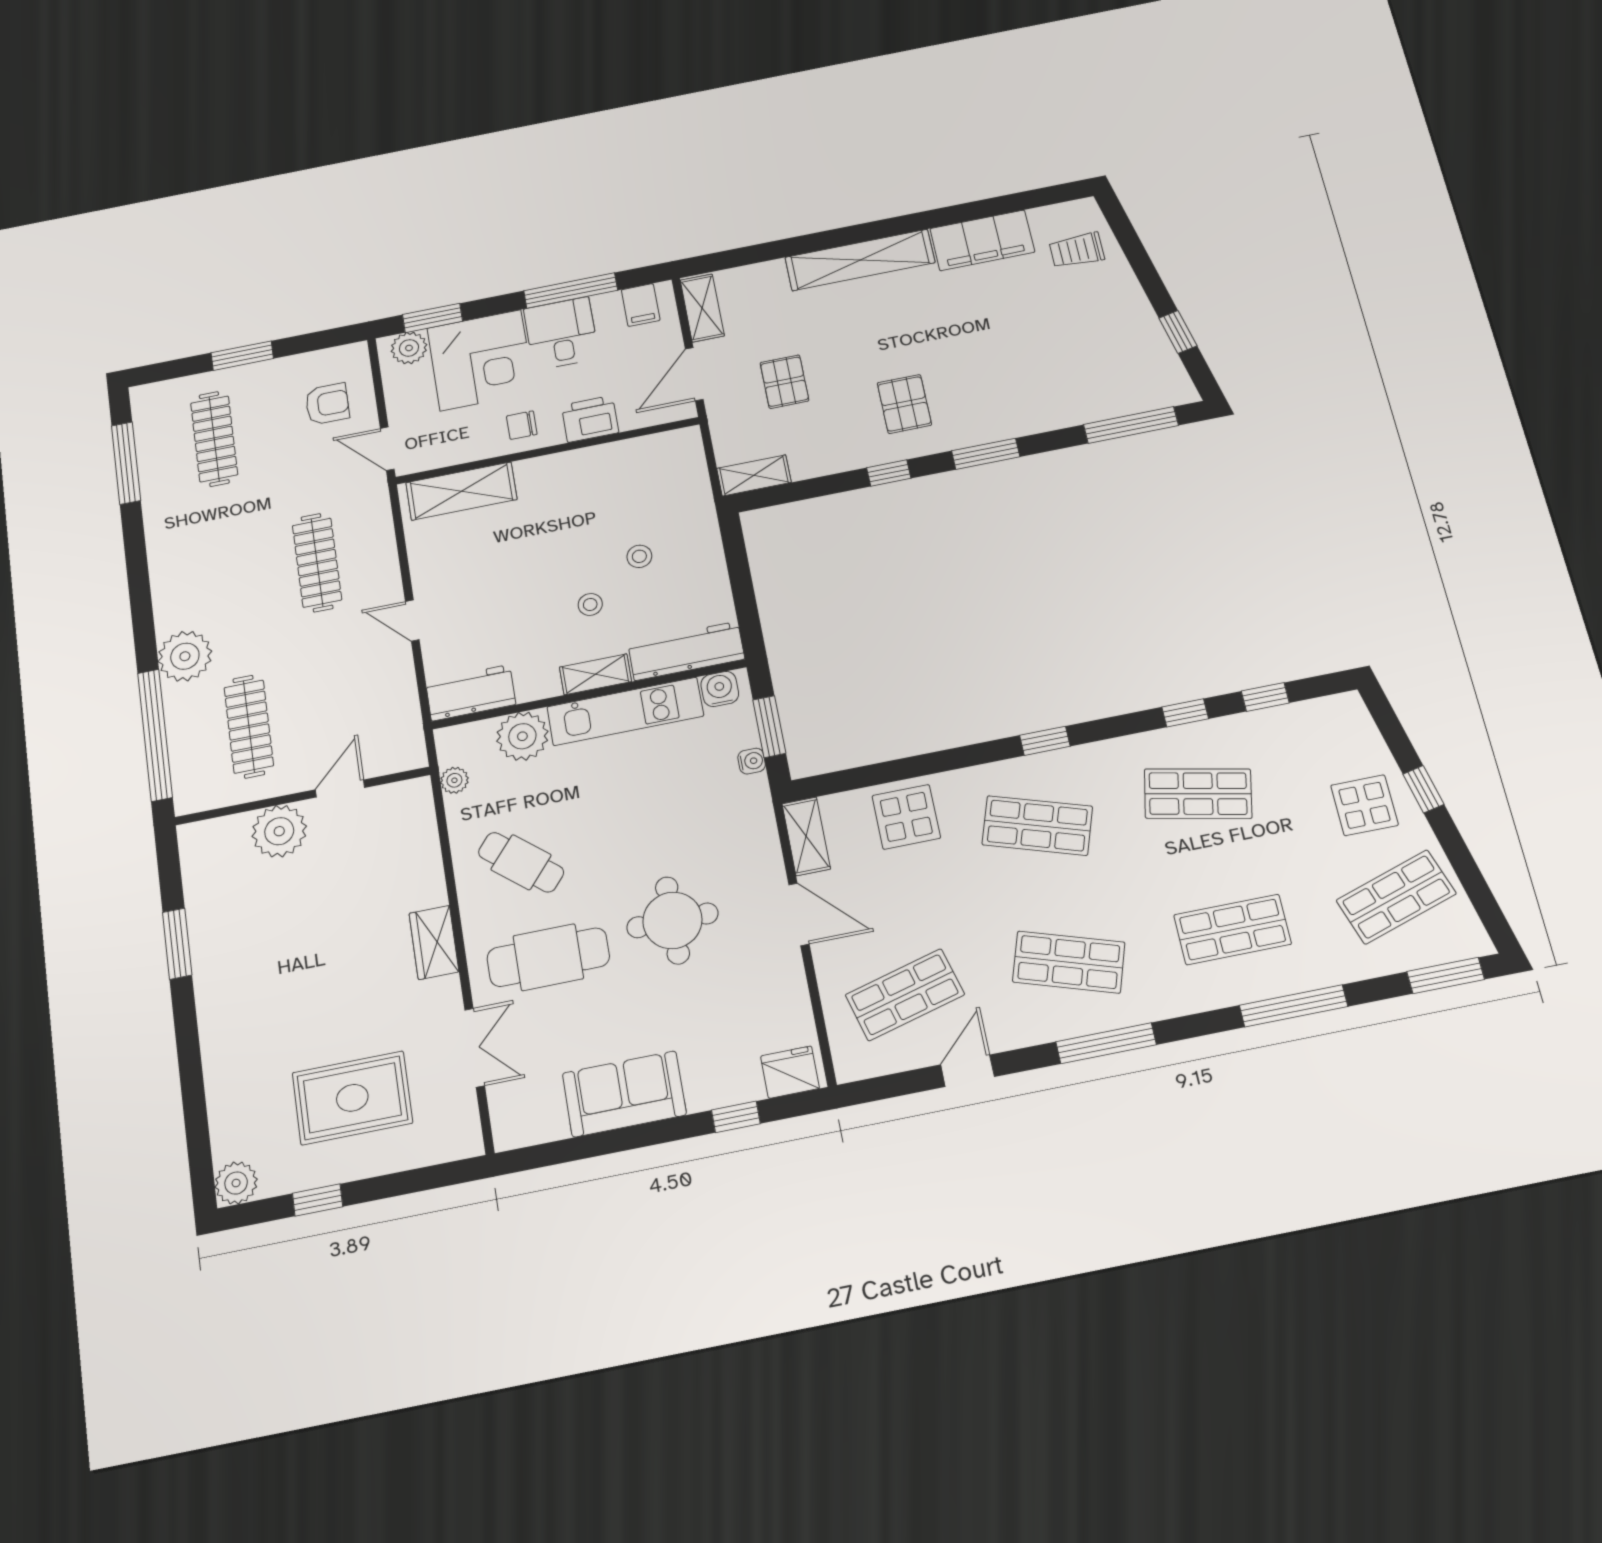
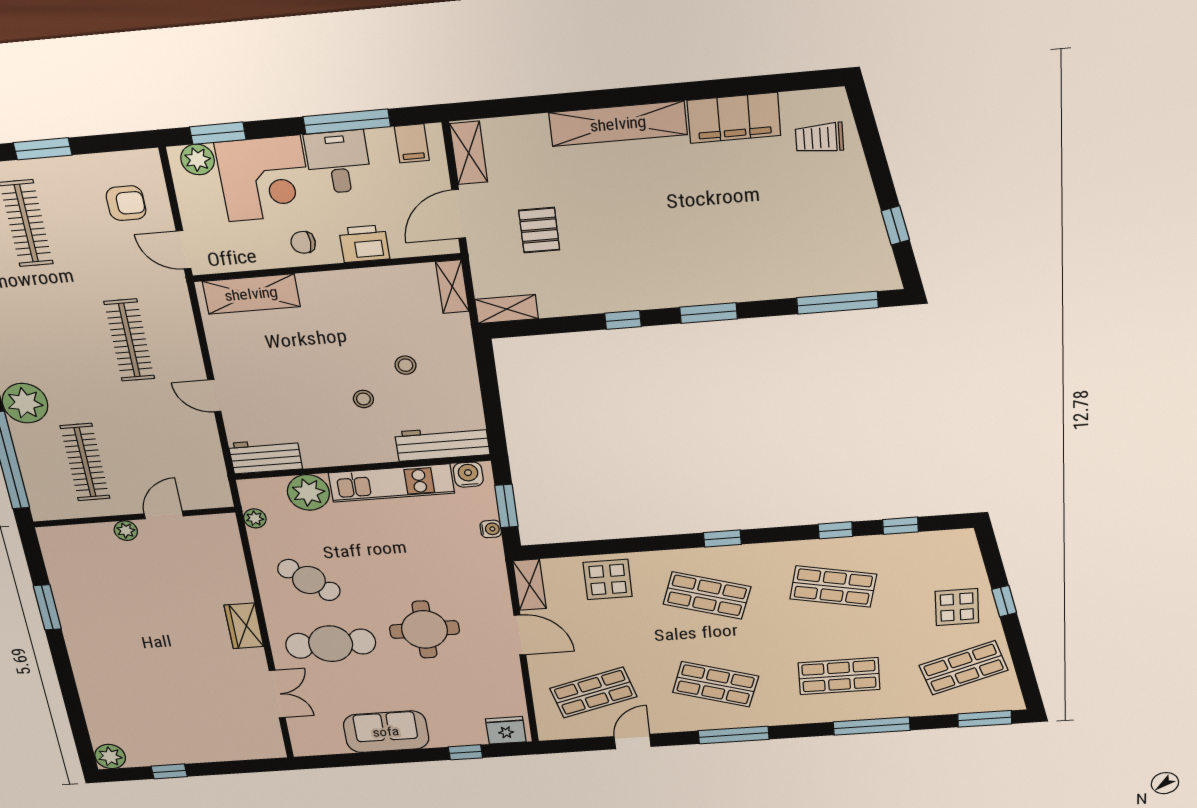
pallet: (904, 404) -> (643, 262), removed
shelving: (595, 674) -> (452, 287), moved, turned 90
plant: (279, 831) -> (126, 531), width x0.53, depth x0.53
rug: (352, 1098) -> (189, 715), removed

